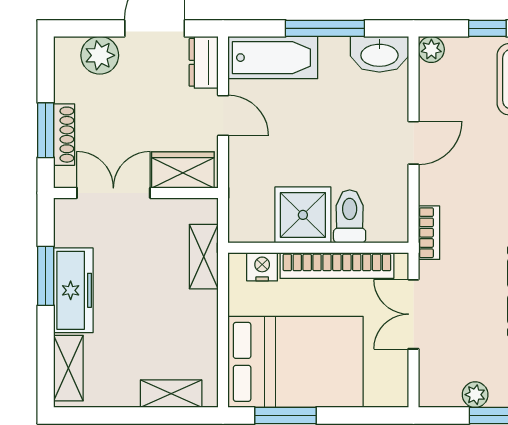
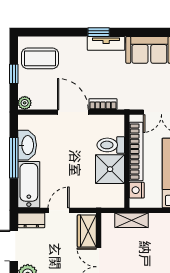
washbasin: (379, 54) -> (27, 145), moved
door: (413, 143) -> (73, 112), width x1.38
bookcase: (429, 233) -> (103, 104), moved

